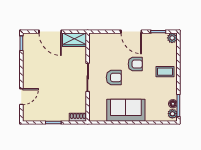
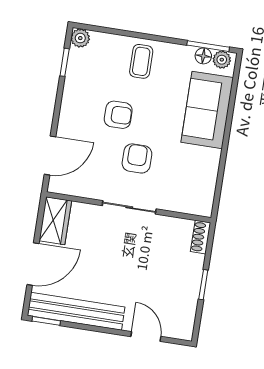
door: (131, 32) -> (50, 156), moved
bench: (29, 58) -> (76, 311), added
armchair: (135, 64) -> (118, 115), turned 90
sofa: (126, 110) -> (207, 110), moved

